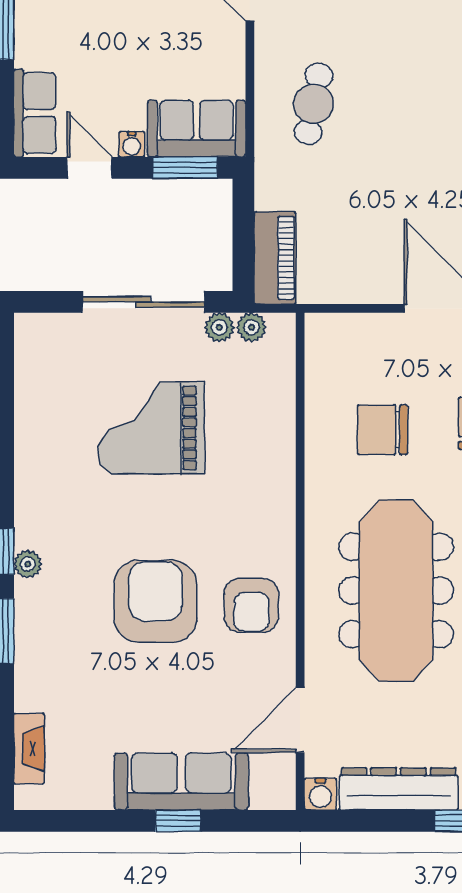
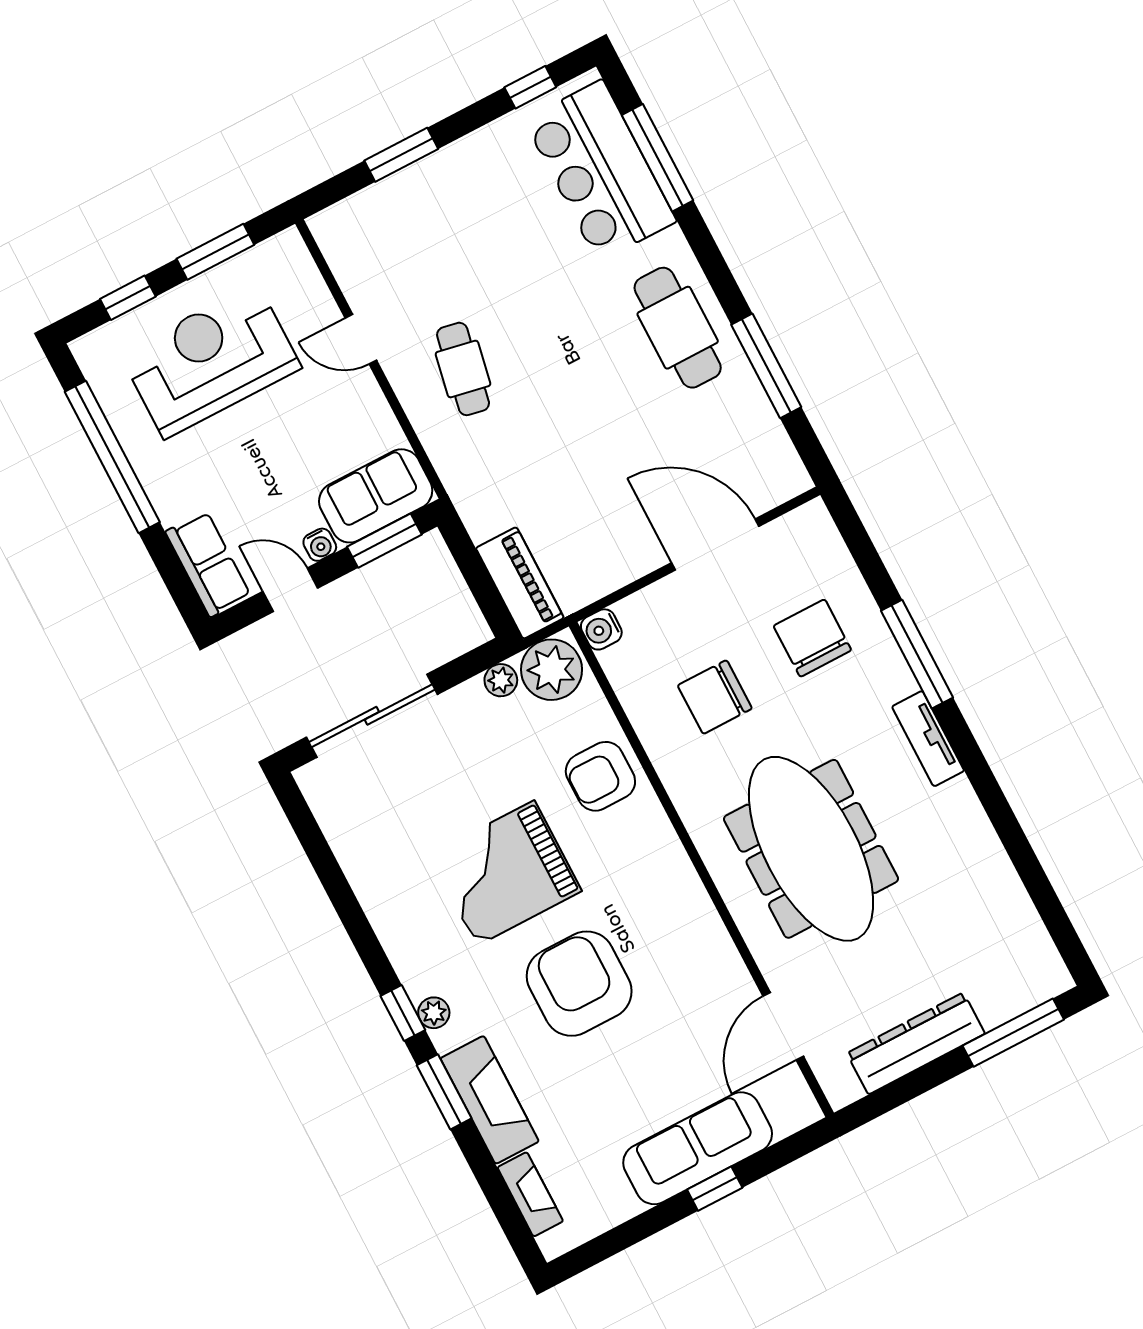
cafe table: (314, 104) -> (463, 369), moved
sliding door: (143, 302) -> (372, 716), moved
plant: (251, 327) -> (552, 670), width x1.87, depth x1.87
grand piano: (151, 428) -> (505, 873), moved
armchair: (251, 605) -> (600, 776), moved, turned 90
fireplace: (36, 657) -> (490, 1100), added
water cooler: (320, 794) -> (601, 629), moved, turned 90

